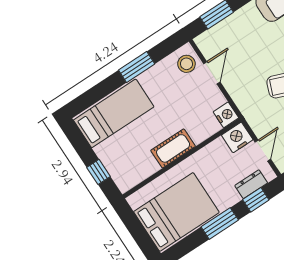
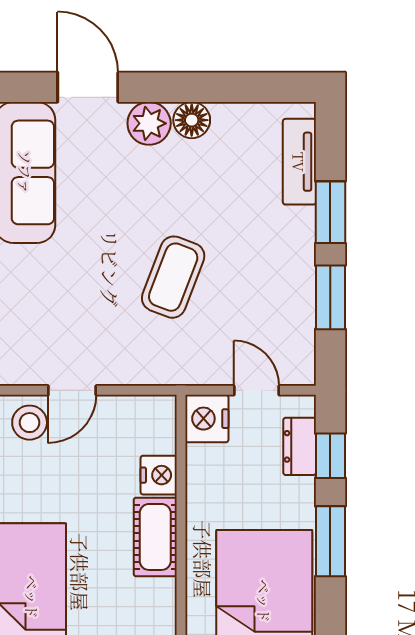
door: (212, 73) -> (72, 390), swing flipped
nightstand: (226, 115) -> (159, 475), moved, turned 90

